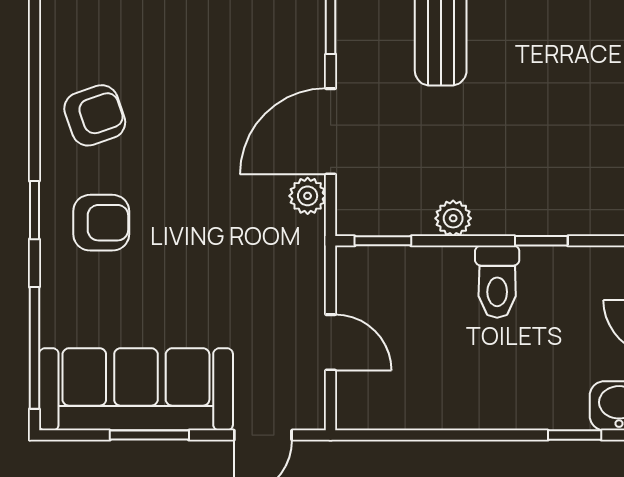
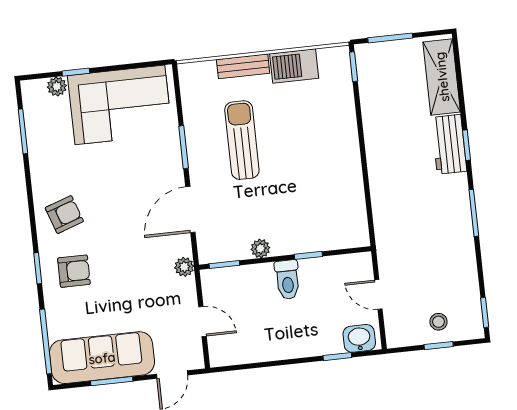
plant: (308, 196) -> (184, 267), moved

